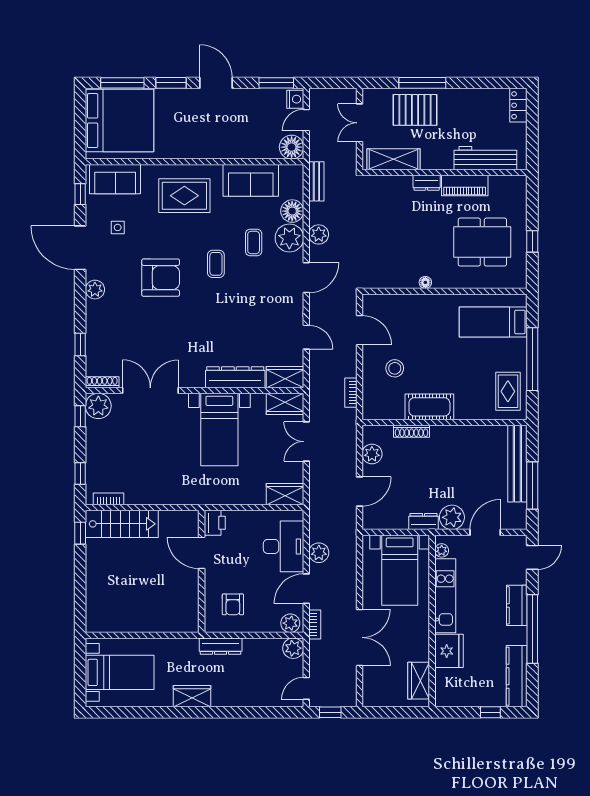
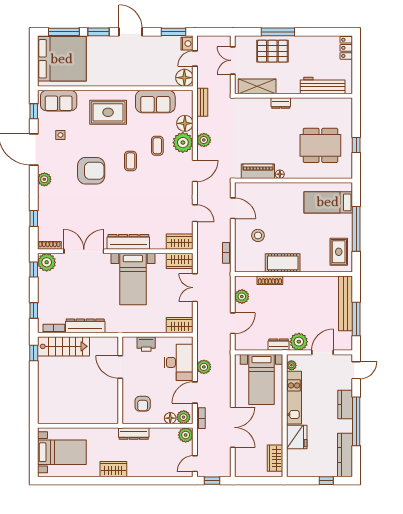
piano: (465, 185) -> (258, 171), moved, turned 180
dresser: (235, 377) -> (128, 242), moved
dresser: (152, 495) -> (85, 326), added
printer: (215, 523) -> (146, 344), moved, turned 90
floor lamp: (272, 625) -> (170, 418), added

